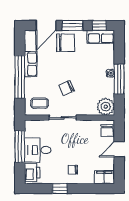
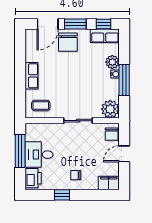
chair: (65, 43) -> (68, 42), turned 90
plant: (108, 62) -> (112, 62), added
row of seats: (31, 64) -> (32, 76), moved
window: (20, 77) -> (20, 78), removed
chair: (67, 88) -> (69, 90), removed
sliding door: (63, 118) -> (78, 121), moved

